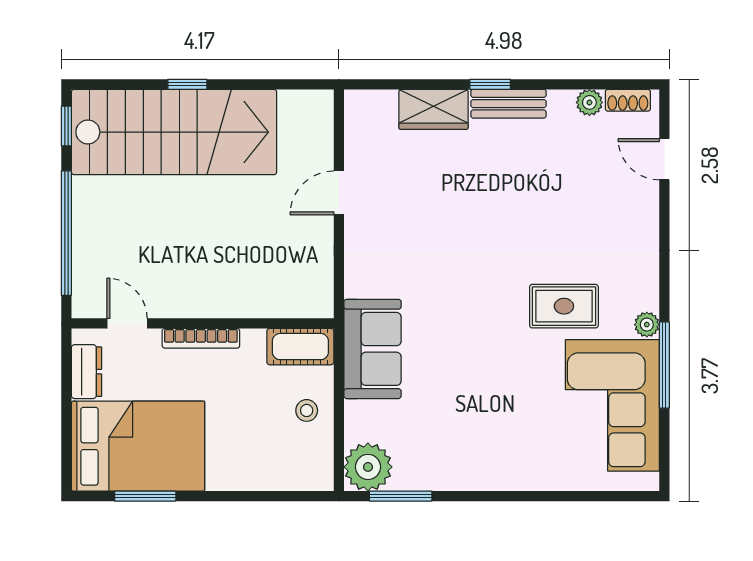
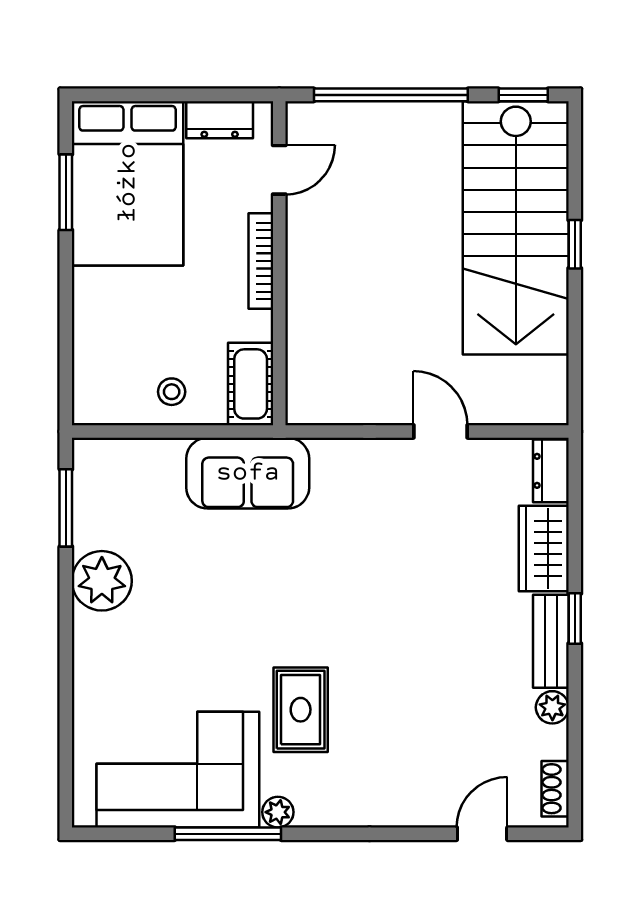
plant: (589, 102) -> (552, 707), moved
dresser: (371, 104) -> (551, 471), added
plant: (368, 467) -> (102, 581), moved

